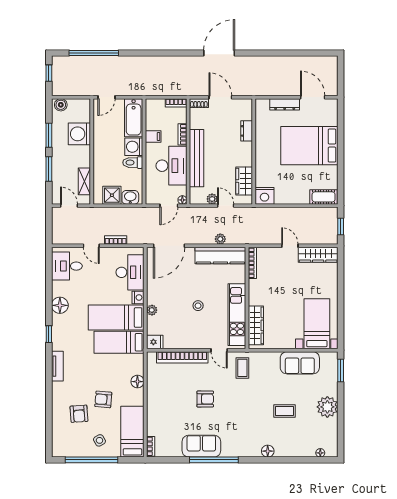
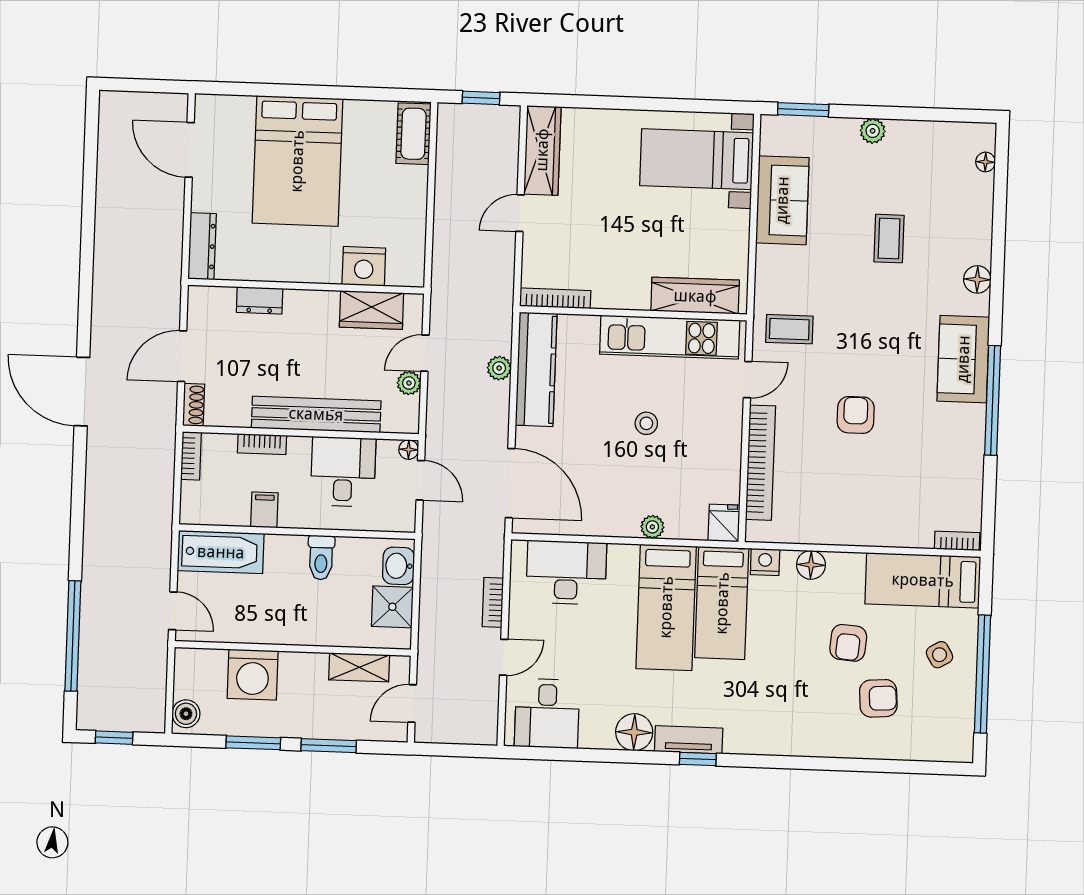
door: (219, 53) -> (82, 392), moved
door: (313, 97) -> (190, 150), hinge flipped
dresser: (285, 104) -> (202, 246), moved
washing machine: (134, 147) -> (286, 554), removed
desk: (171, 166) -> (343, 472), width x0.73
nightstand: (264, 196) -> (364, 266), moved, turned 90
nightstand: (138, 297) -> (765, 562), moved
tv unit: (57, 366) -> (689, 740), moved
plant: (327, 407) -> (873, 131), width x0.53, depth x0.53
sofa: (201, 446) -> (963, 359), moved

